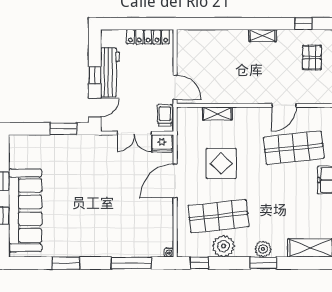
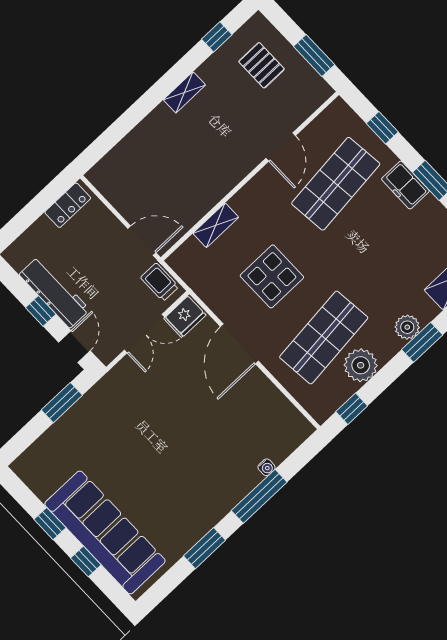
locker: (148, 37) -> (68, 205), width x0.66
water cooler: (169, 252) -> (267, 467), moved
window: (131, 263) -> (259, 496), moved

